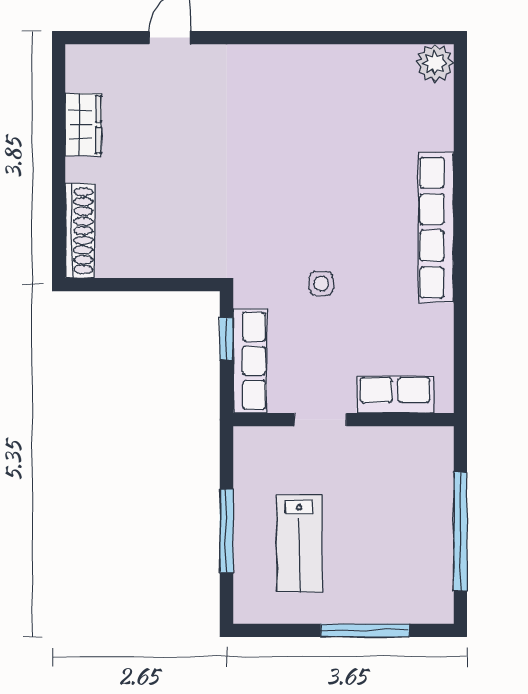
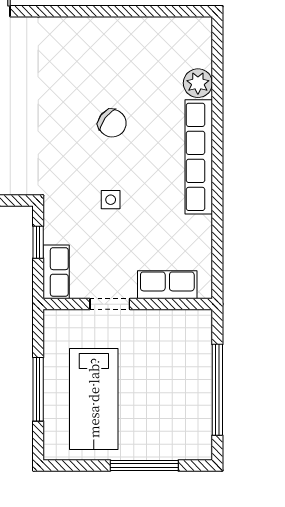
plant: (435, 63) -> (198, 83), moved
chair: (323, 184) -> (112, 123), added
row of seats: (250, 361) -> (56, 272), width x0.68
lab bench: (299, 544) -> (94, 399), width x1.36, depth x1.39

